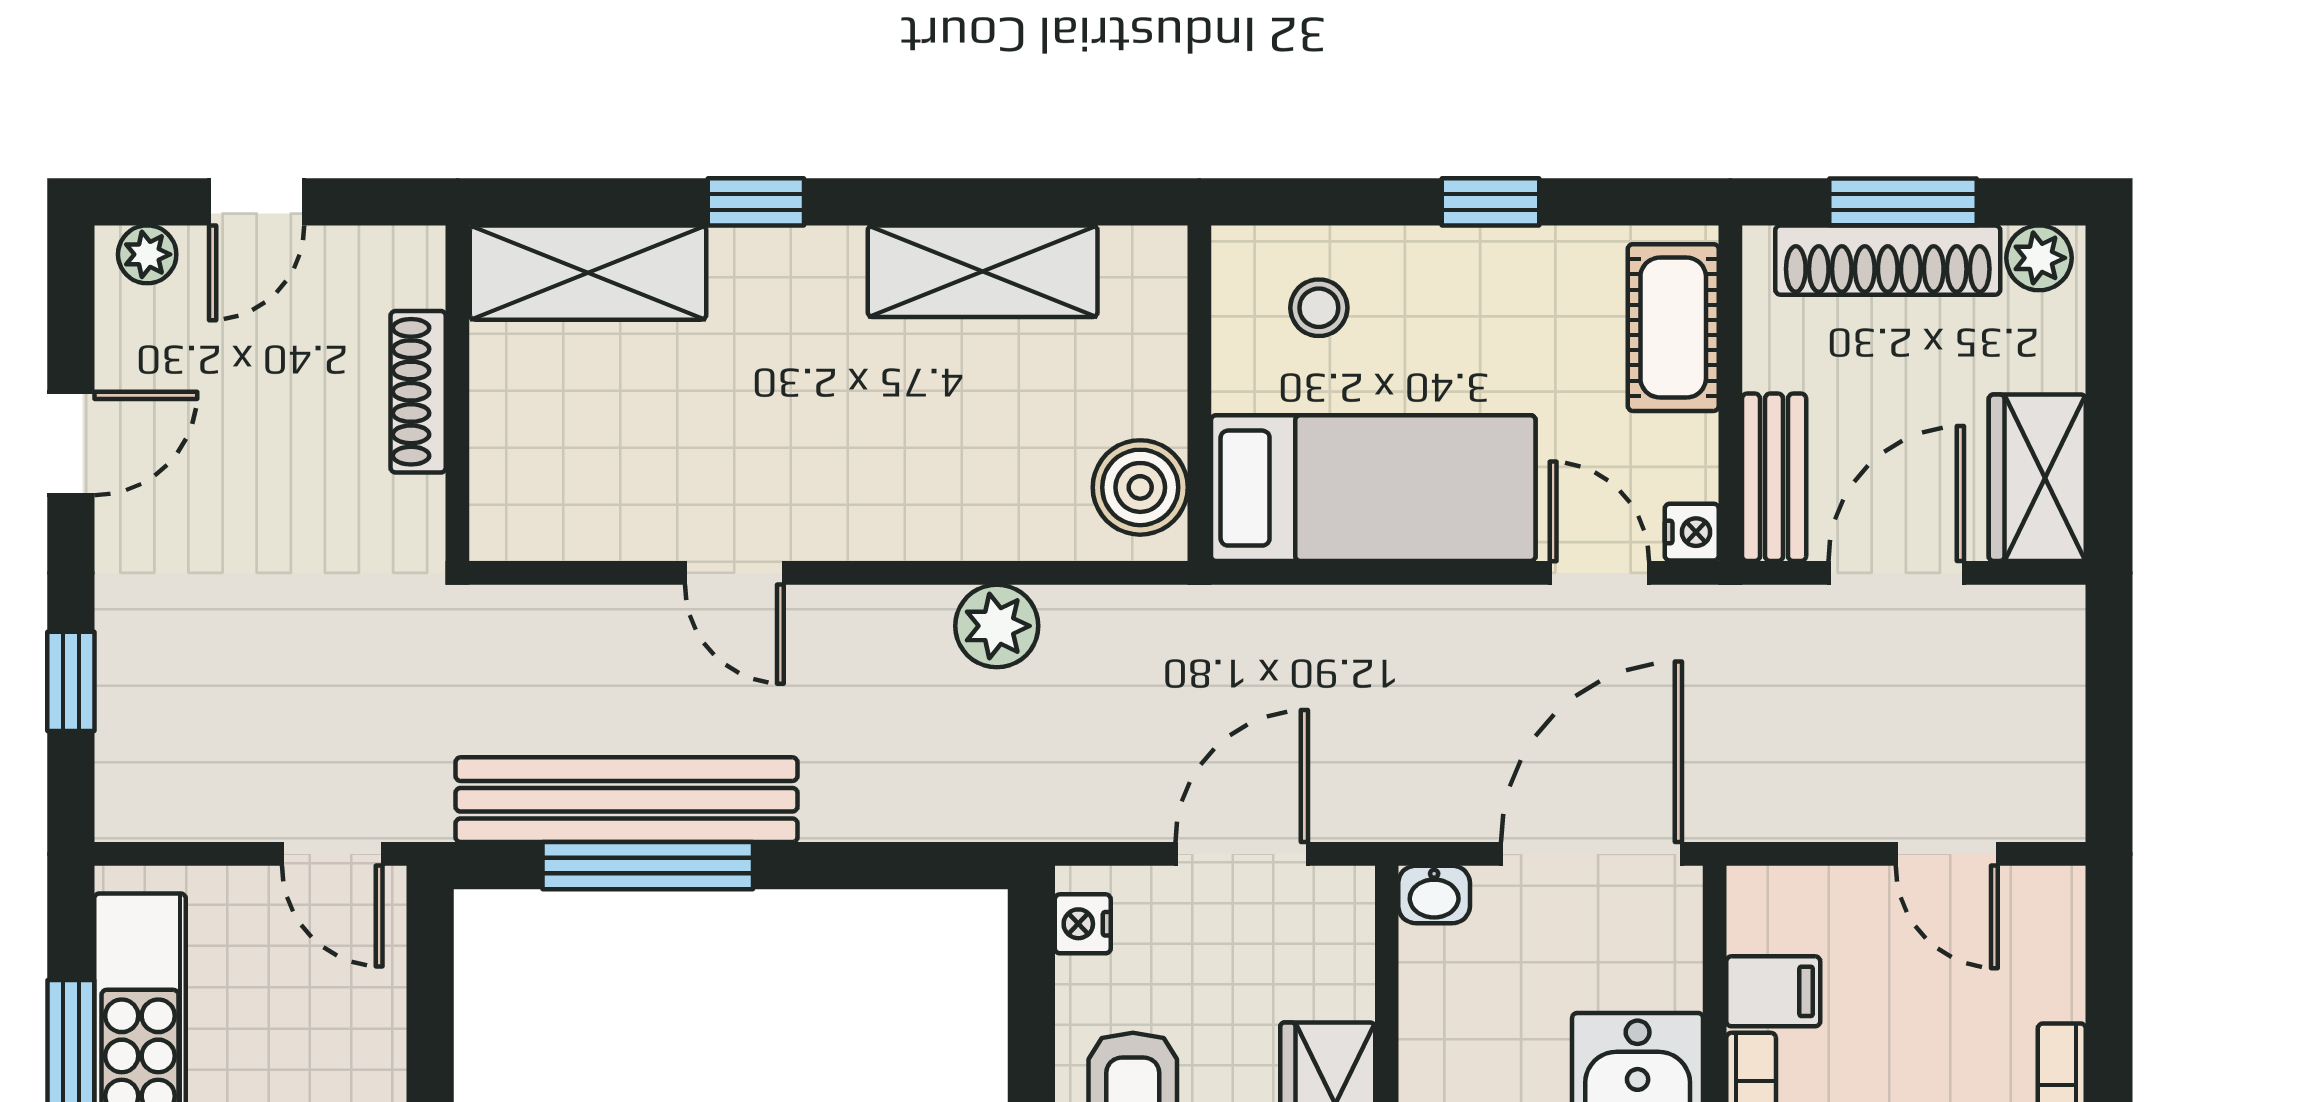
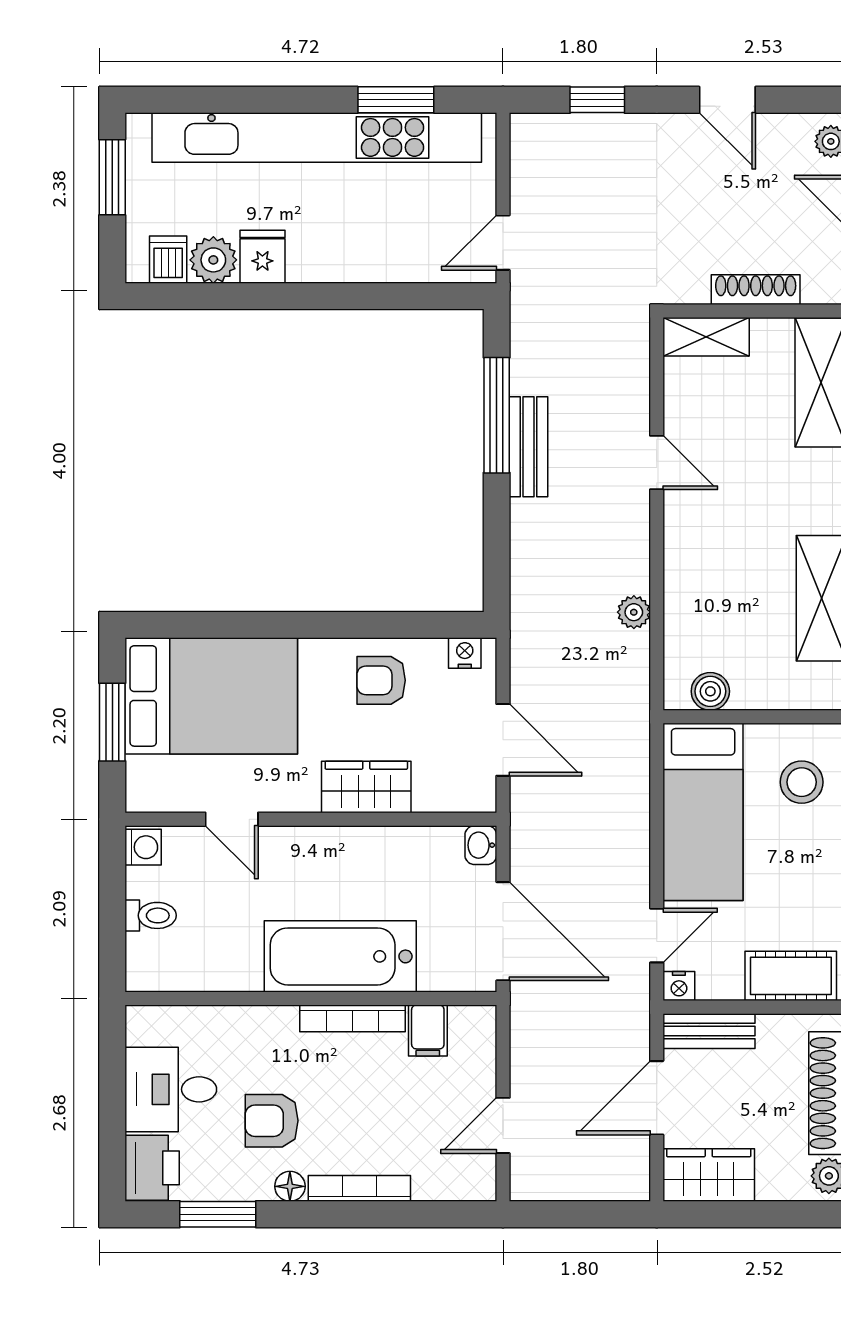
stool: (1319, 308) -> (802, 782), width x1.37, depth x1.37
shelving: (505, 482) -> (706, 337), added
boiler: (1140, 487) -> (710, 691), width x0.73, depth x0.73
door: (734, 573) -> (657, 463), swing flipped
door: (1896, 573) -> (657, 1098), swing flipped
plant: (997, 626) -> (634, 612), width x0.73, depth x0.73
bench: (626, 800) -> (529, 447), width x0.54, depth x0.82

